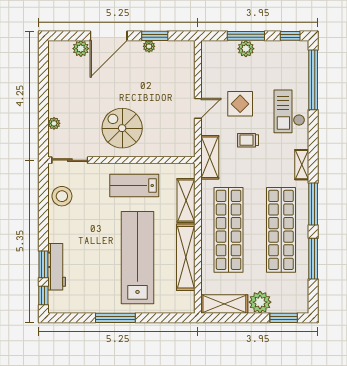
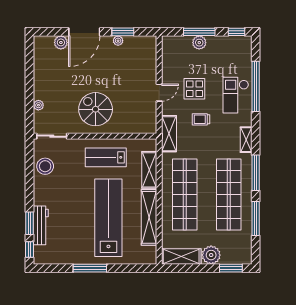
window: (313, 80) -> (256, 86), moved

